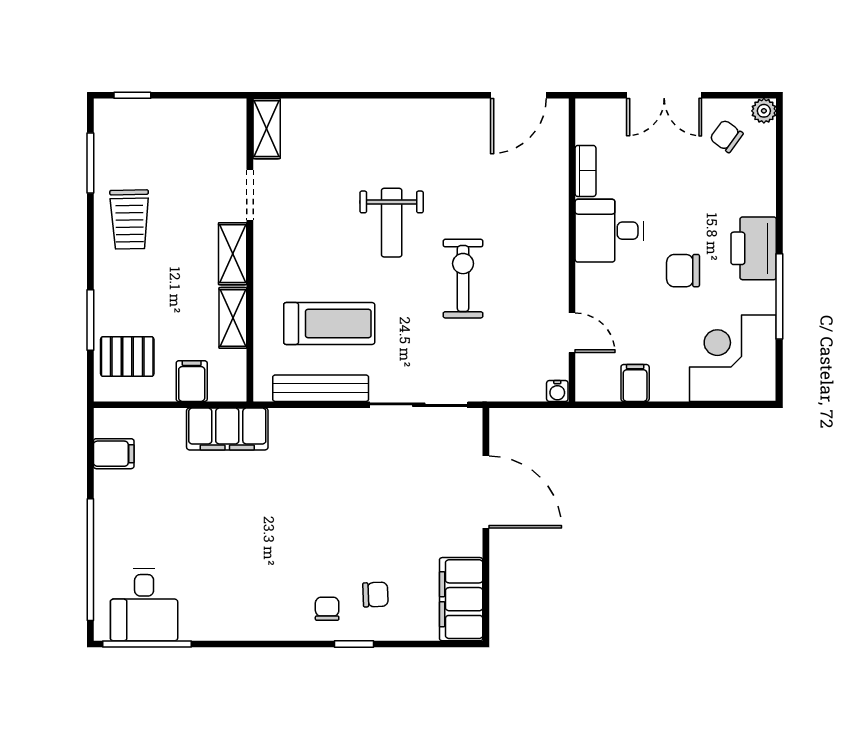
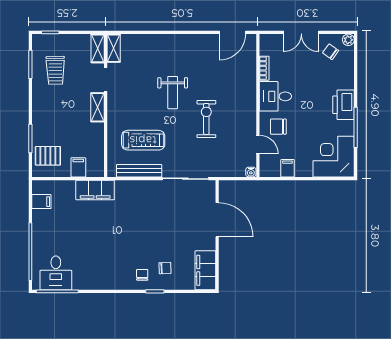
trolley: (129, 219) -> (55, 70), moved
chair: (683, 271) -> (278, 127), moved
shelving: (233, 318) -> (98, 48), moved

